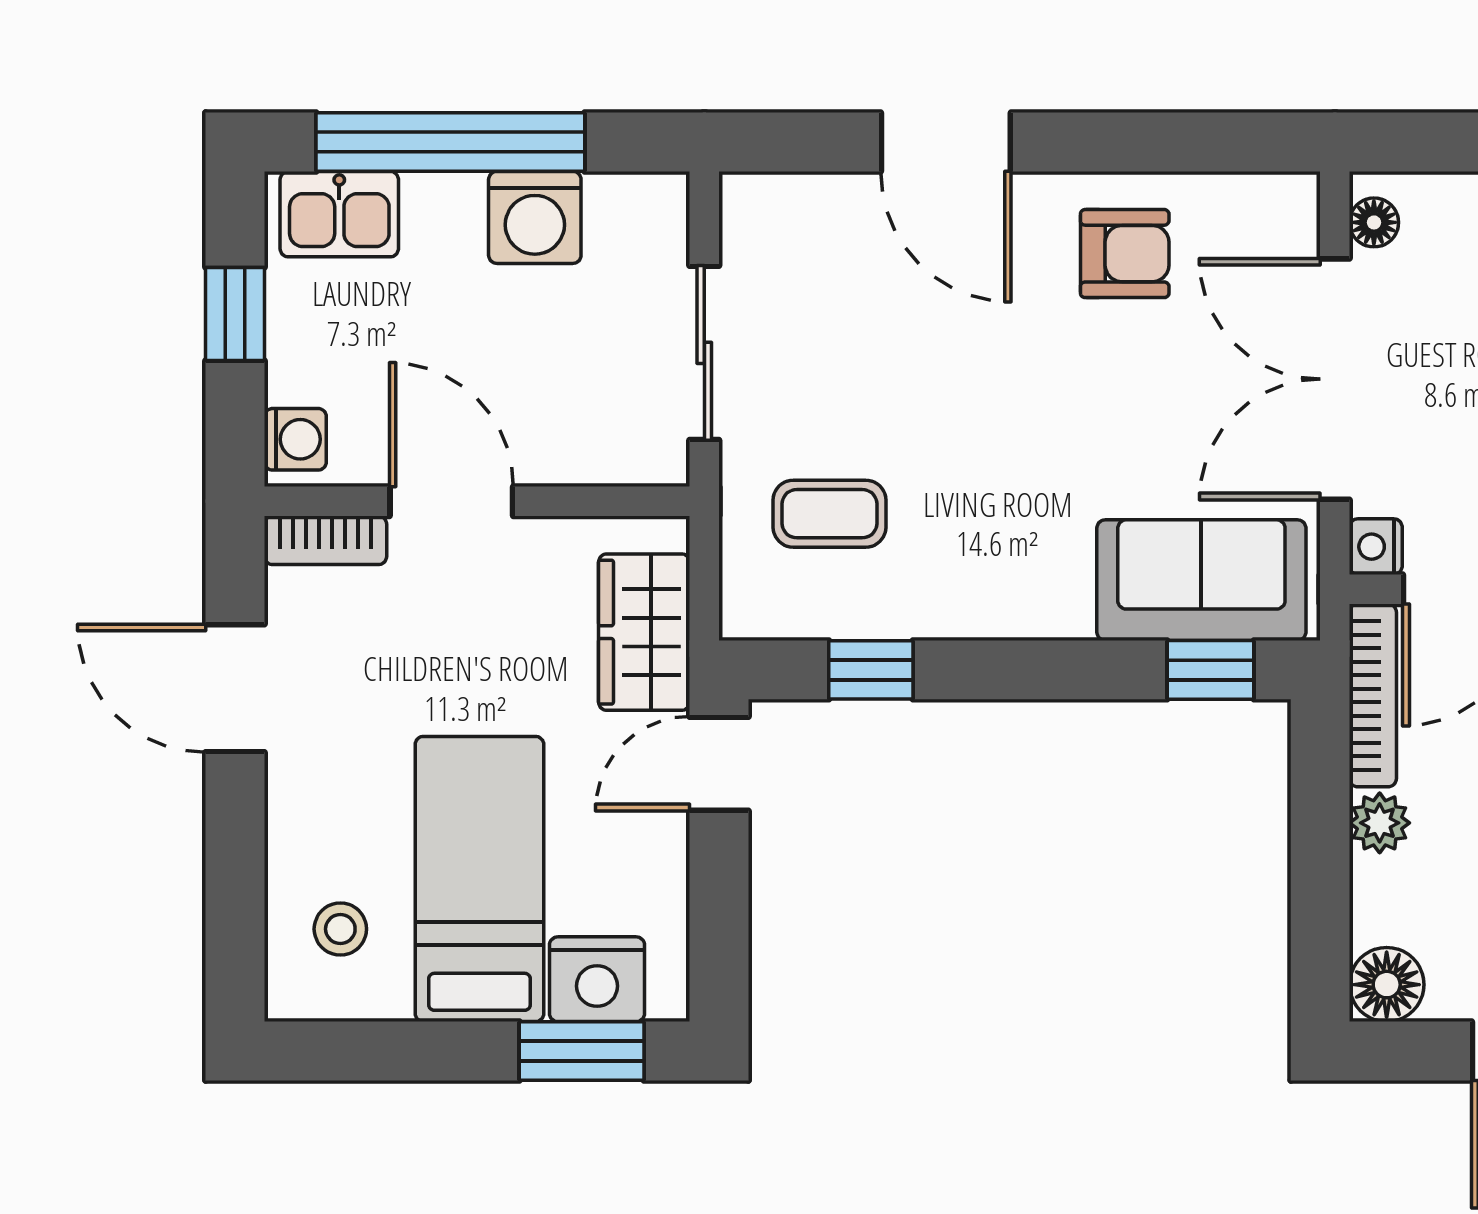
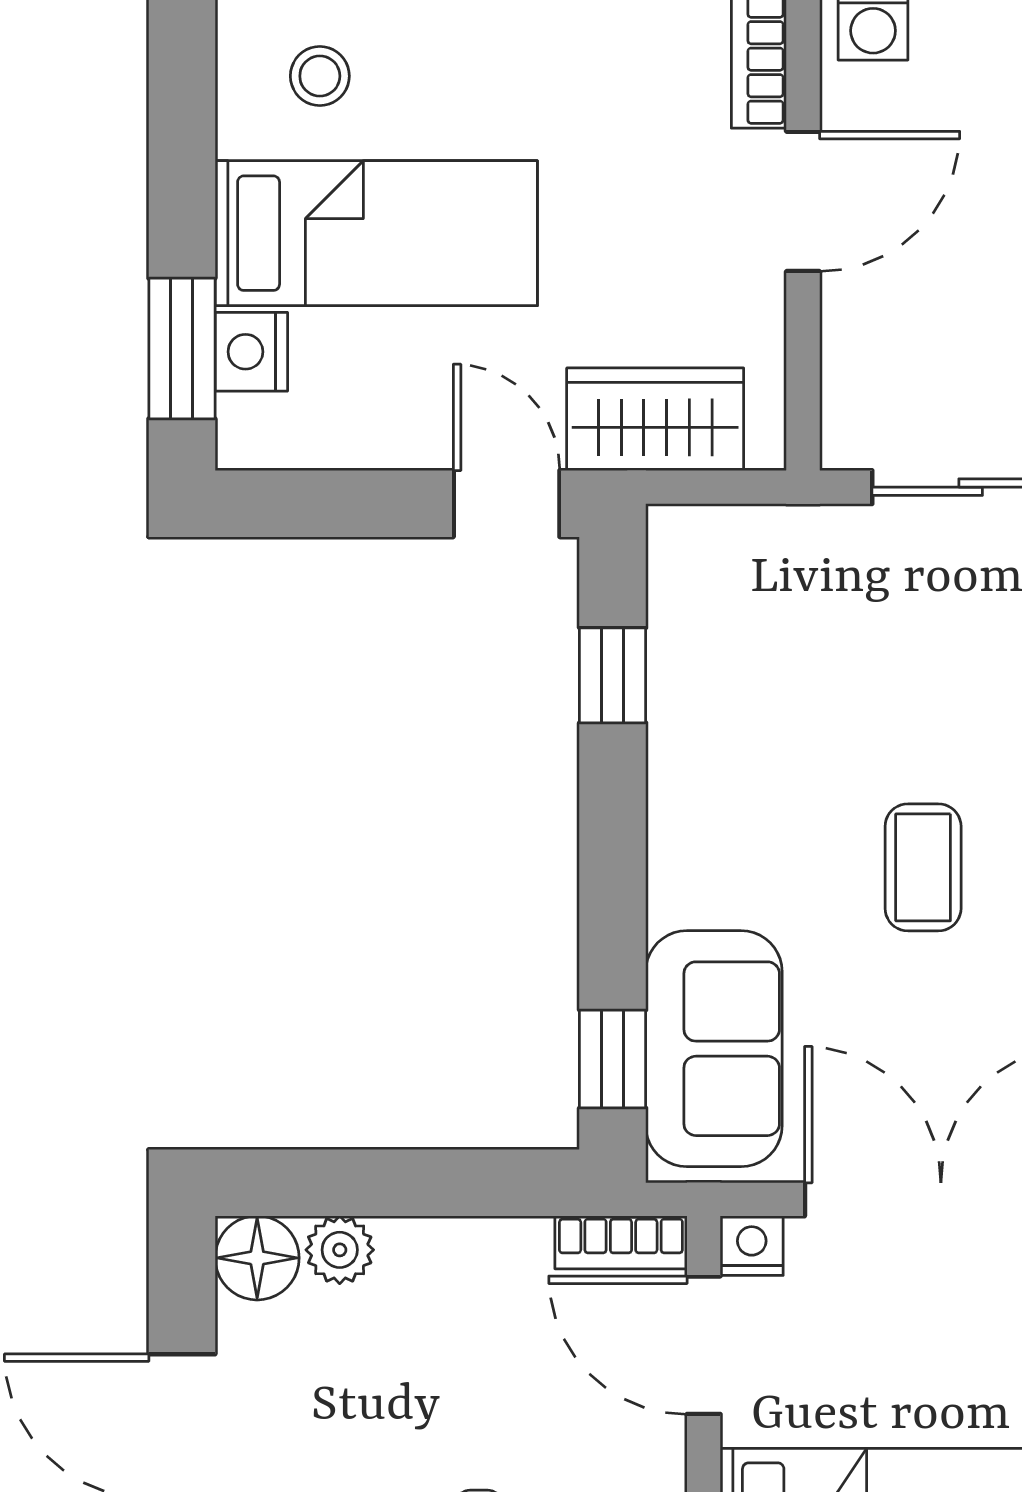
coffee table: (829, 514) -> (923, 867), moved
bookcase: (1373, 695) -> (621, 1242), width x0.64
plant: (1380, 823) -> (340, 1250), moved
nightstand: (597, 979) -> (251, 352), width x0.74, depth x0.75

